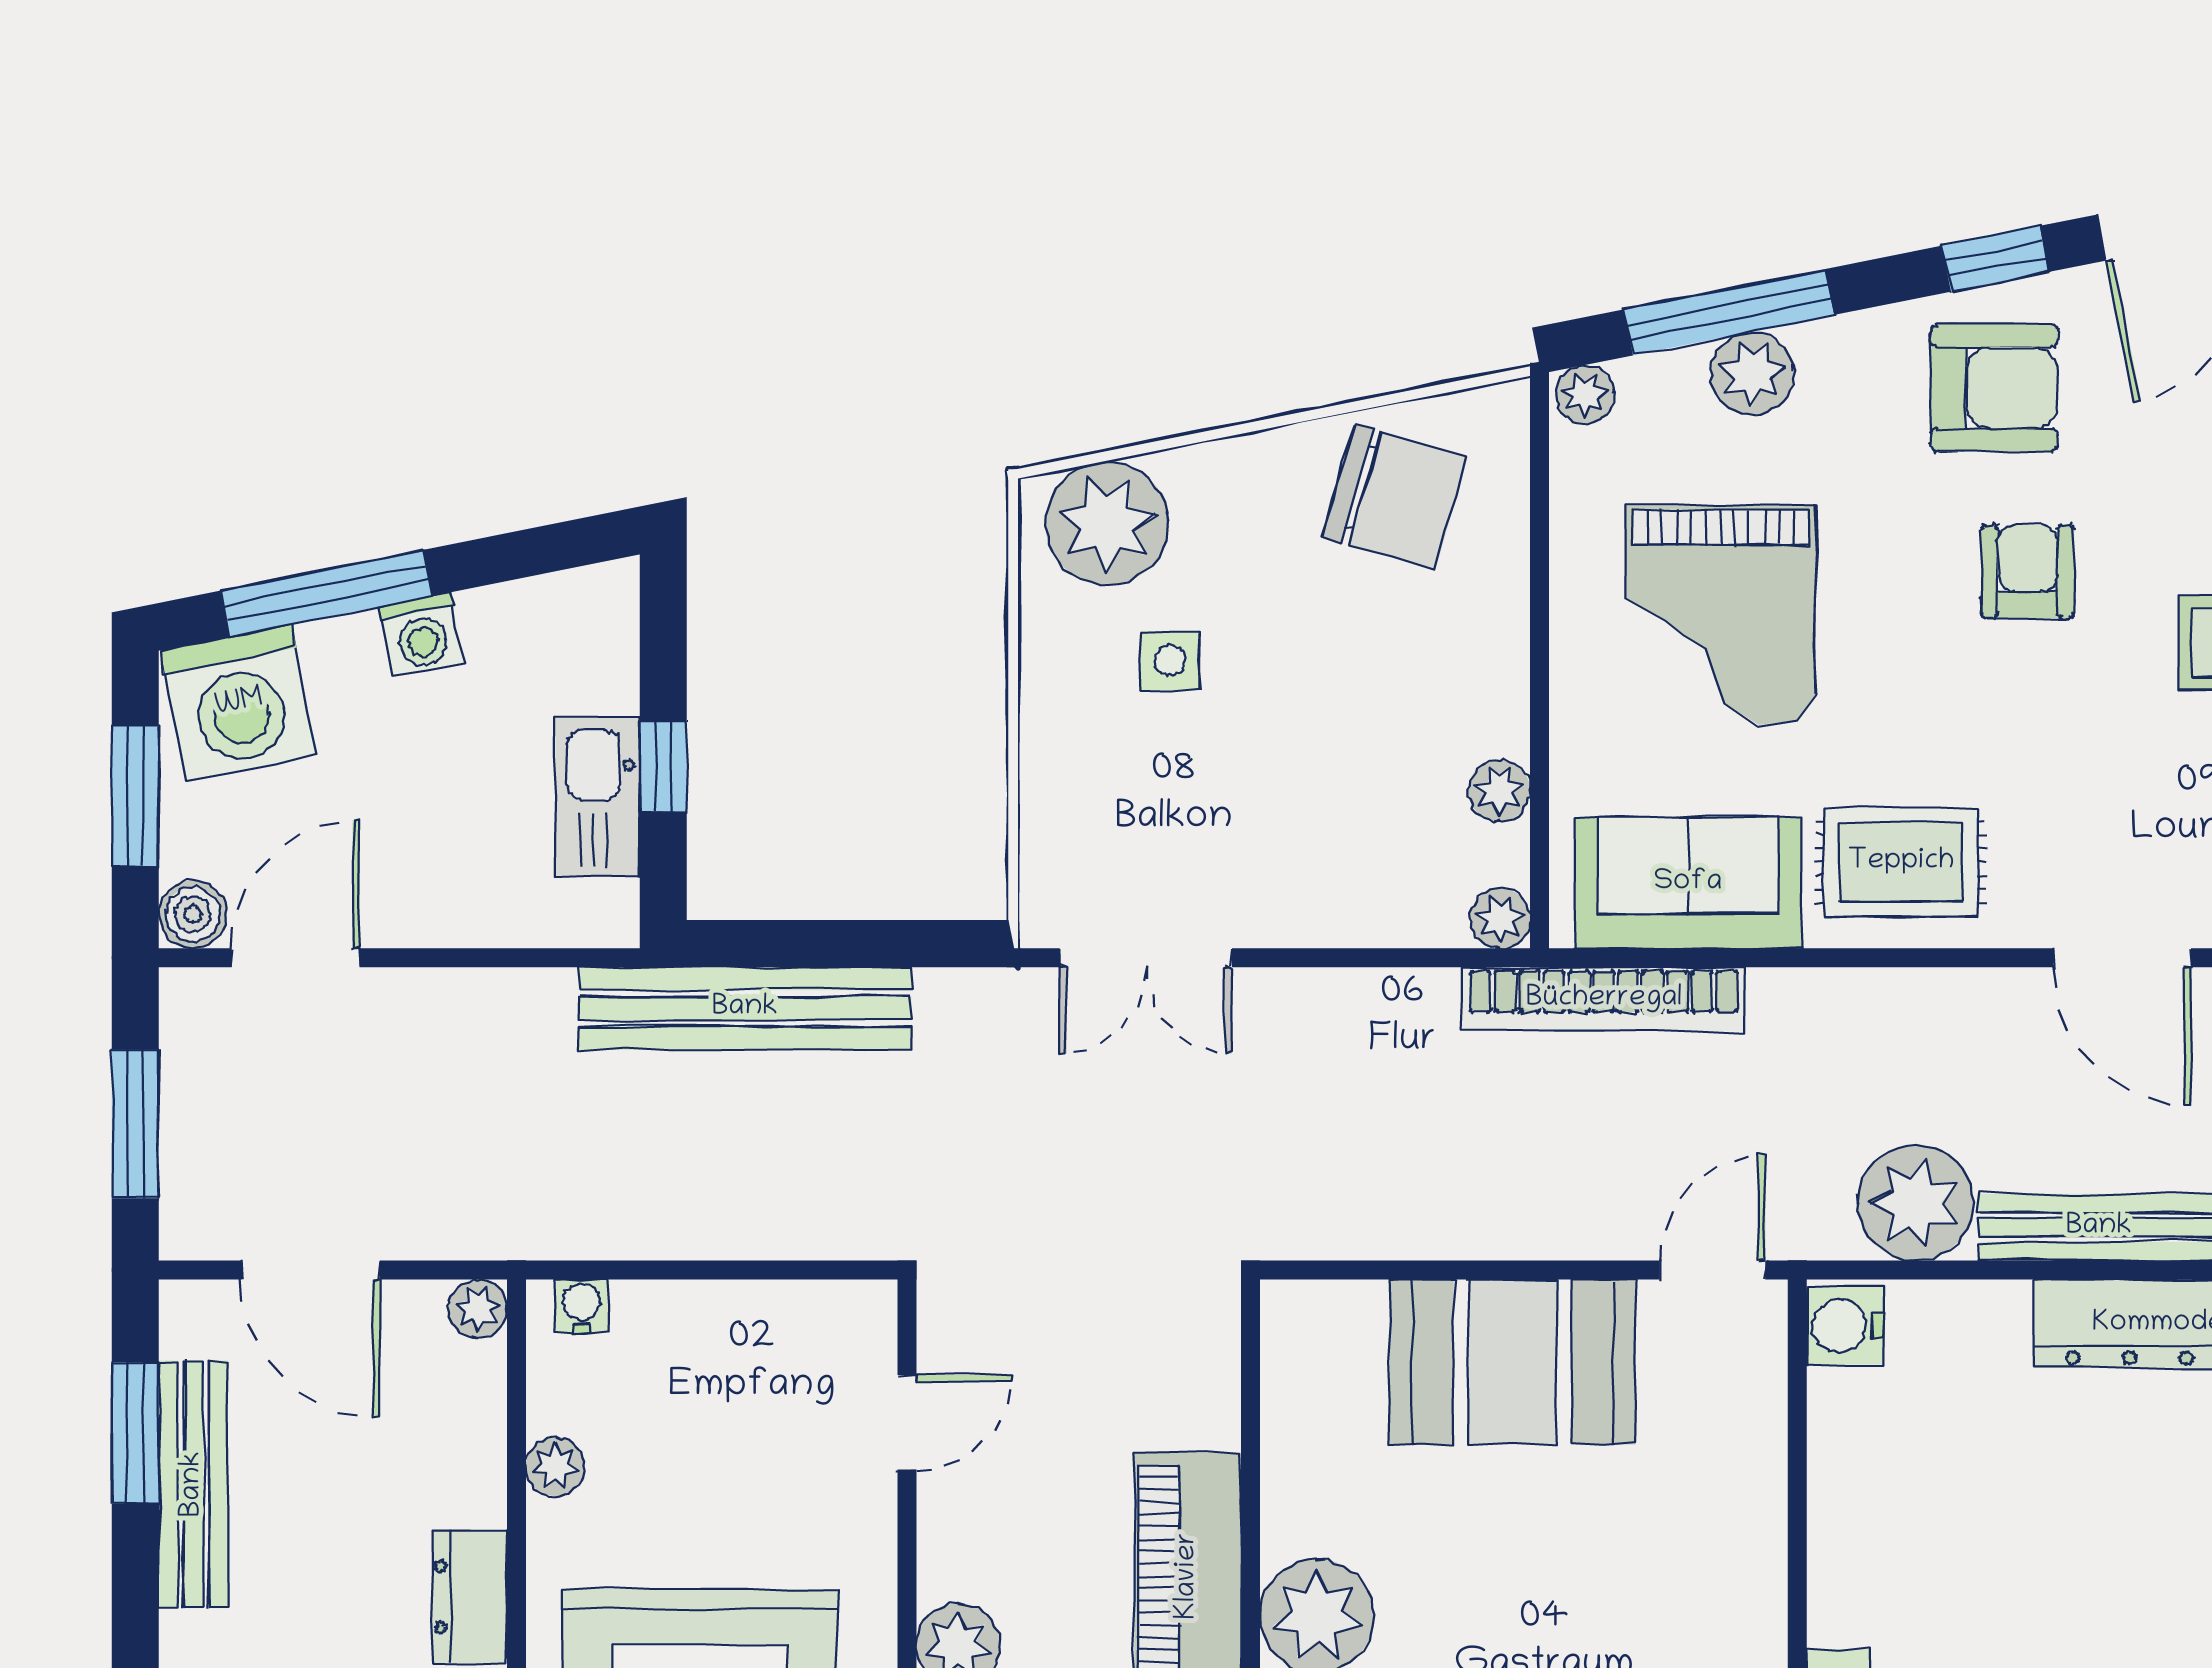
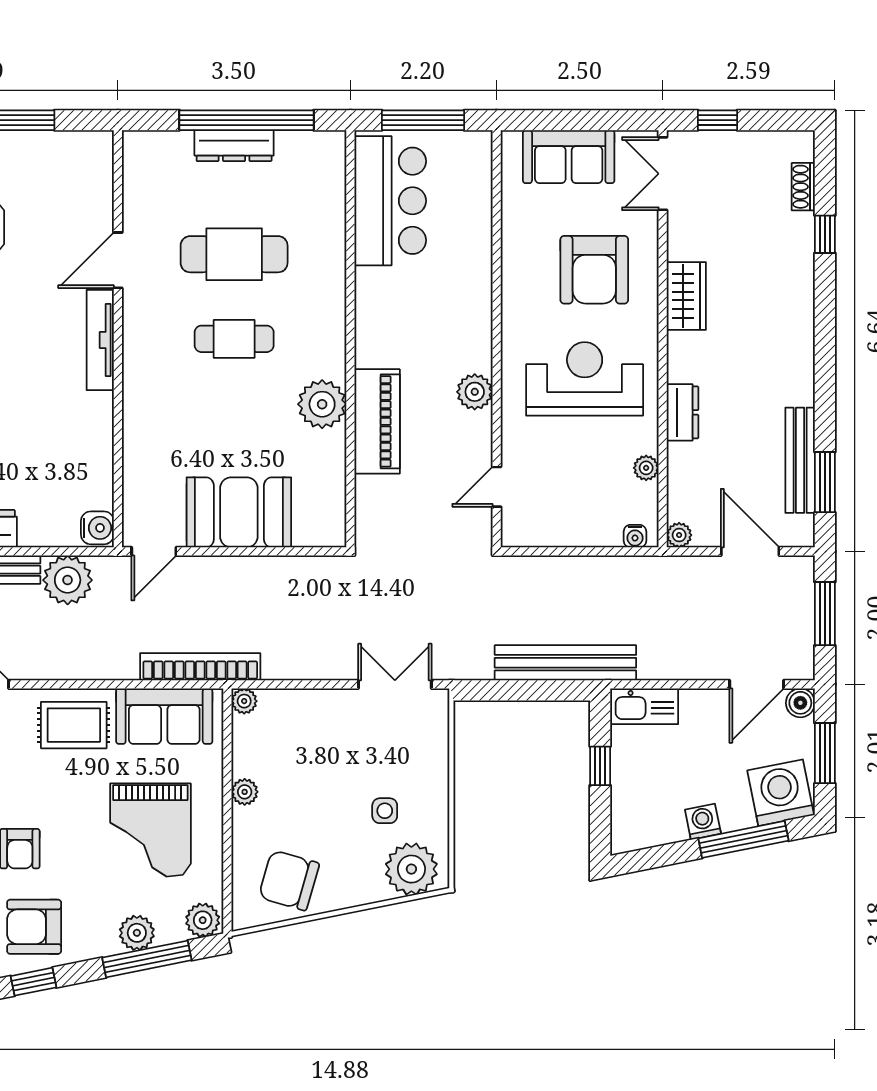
plant: (1585, 395) -> (203, 920), width x1.38, depth x1.38
grand piano: (1721, 615) -> (150, 830), turned 180
plant: (1499, 791) -> (245, 792), moved
kitchen sink: (598, 797) -> (644, 706), moved, turned 90

